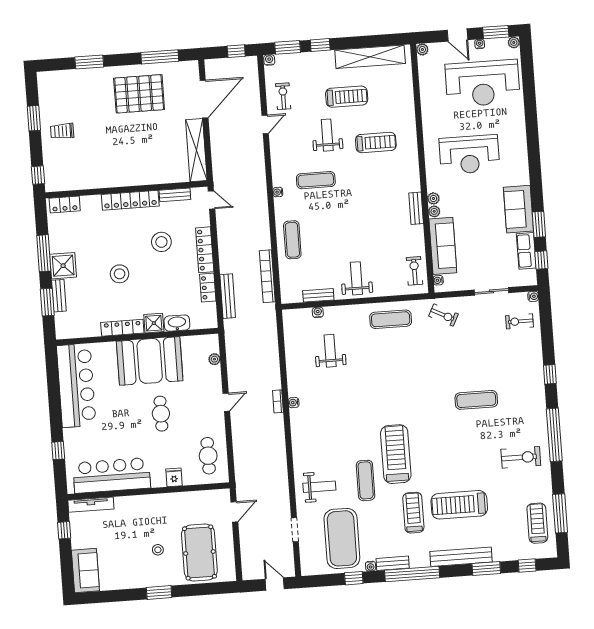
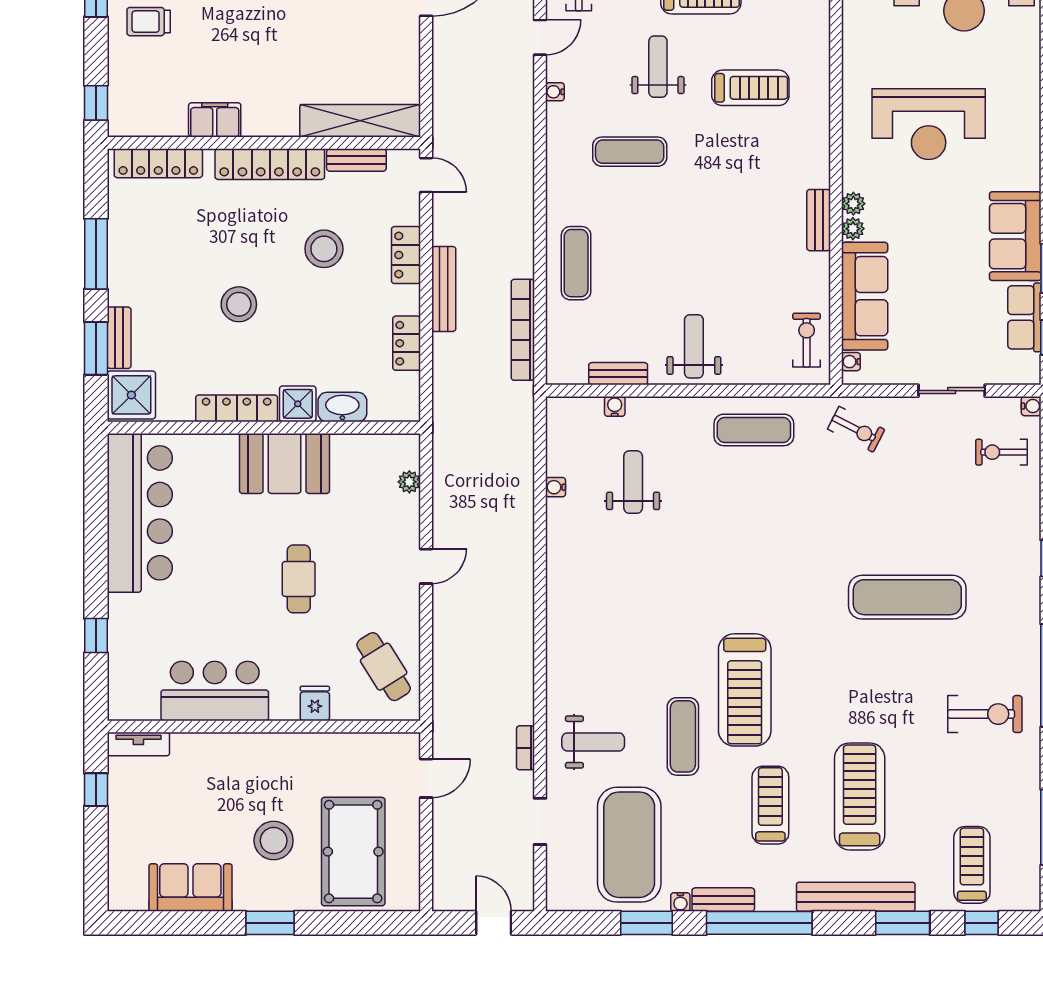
shelving: (196, 150) -> (360, 121), moved, turned 90
filing cabinet: (100, 179) -> (215, 120), added
water cooler: (278, 192) -> (555, 92), moved
locker: (65, 205) -> (158, 163), width x1.53
locker: (205, 250) -> (406, 255), width x0.66
shower: (63, 266) -> (131, 395), moved
bench: (228, 296) -> (444, 289), moved
booth: (150, 361) -> (285, 463), width x0.73, depth x0.70
exercise mat: (476, 400) -> (907, 597), width x1.36, depth x1.45
bookcase: (278, 401) -> (525, 748), moved
water cooler: (294, 403) -> (556, 487), moved
treadmill: (396, 454) -> (745, 690), turned 180
cafe table: (208, 456) -> (384, 667), turned -32
bar counter: (112, 475) -> (215, 691), width x0.73
tv unit: (91, 505) -> (138, 744), width x0.71
treadmill: (459, 505) -> (860, 796), turned 90
treadmill: (537, 523) -> (972, 865), moved
stool: (158, 550) -> (274, 841), width x1.89, depth x1.89
sofa: (85, 571) -> (190, 888), moved, turned -90
window: (354, 578) -> (646, 923), width x1.50

